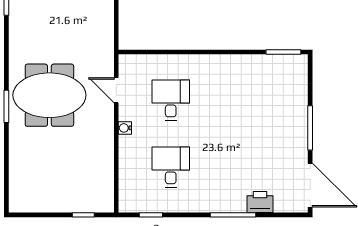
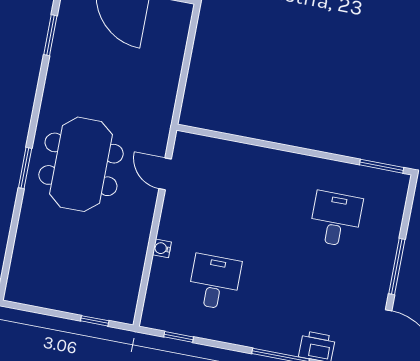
meeting table: (49, 95) -> (81, 164), turned 90
desk: (171, 100) -> (336, 219), moved
water cooler: (125, 128) -> (162, 248), moved

